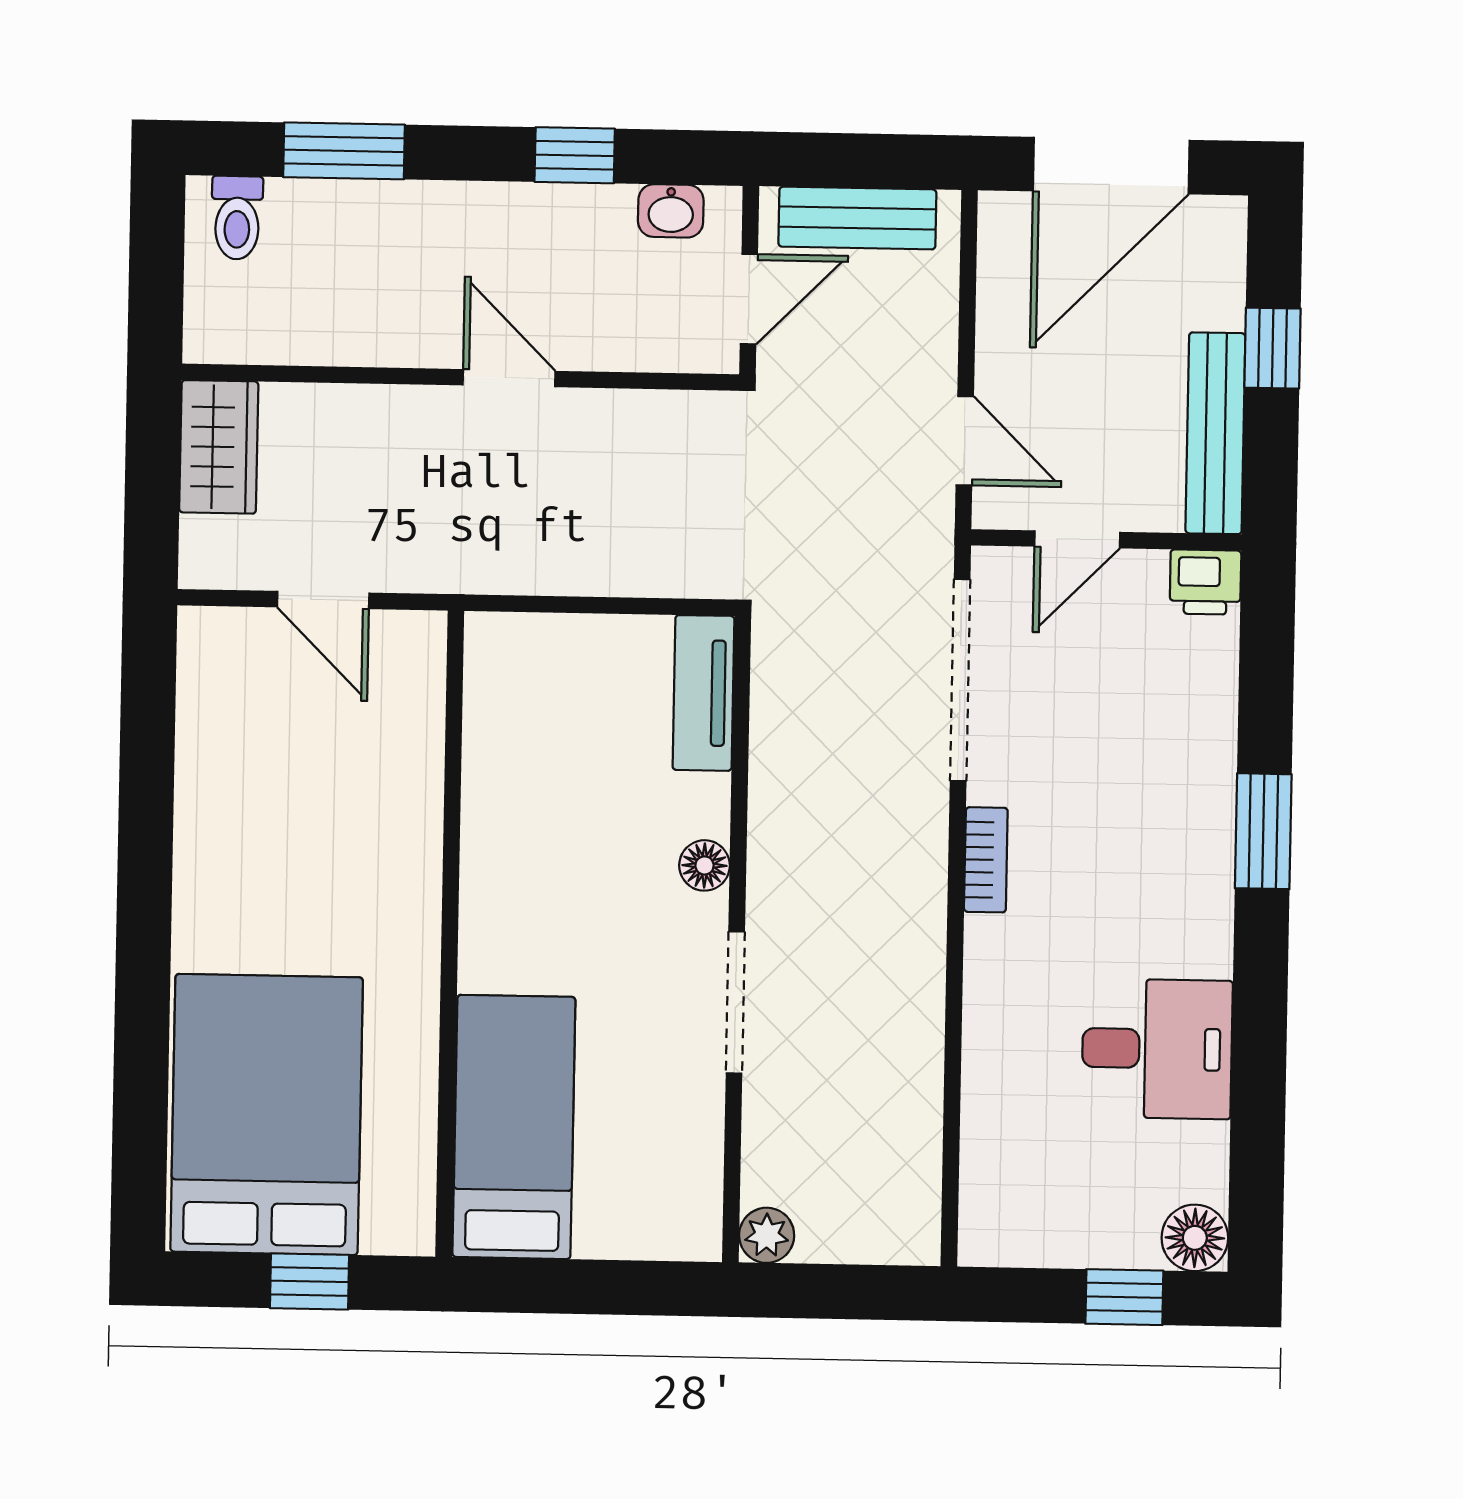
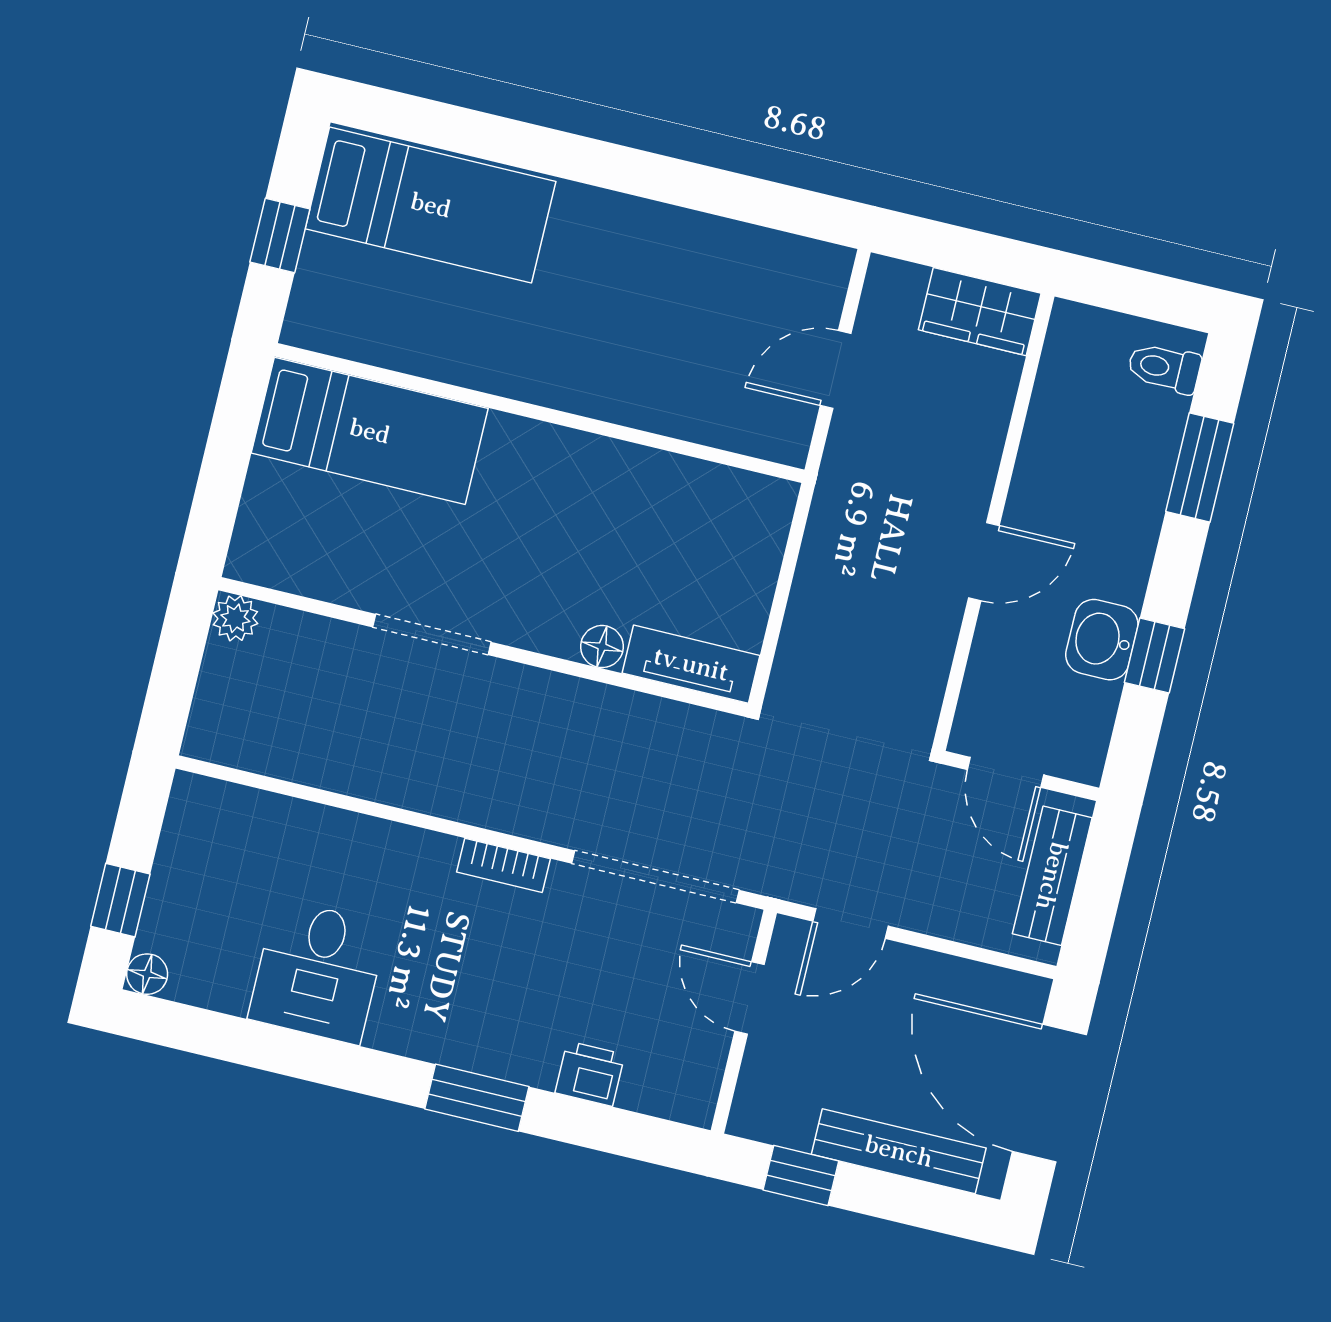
washbasin: (671, 211) -> (1102, 640), moved, width x1.38, depth x1.45
window: (1273, 348) -> (801, 1176), moved
bench: (1215, 433) -> (899, 1151), moved
printer: (1205, 582) -> (590, 1074), moved, turned 90
floor lamp: (705, 865) -> (602, 647), moved
bed: (267, 1114) -> (431, 205), width x0.67
floor lamp: (1195, 1238) -> (147, 974), width x0.73, depth x0.73

